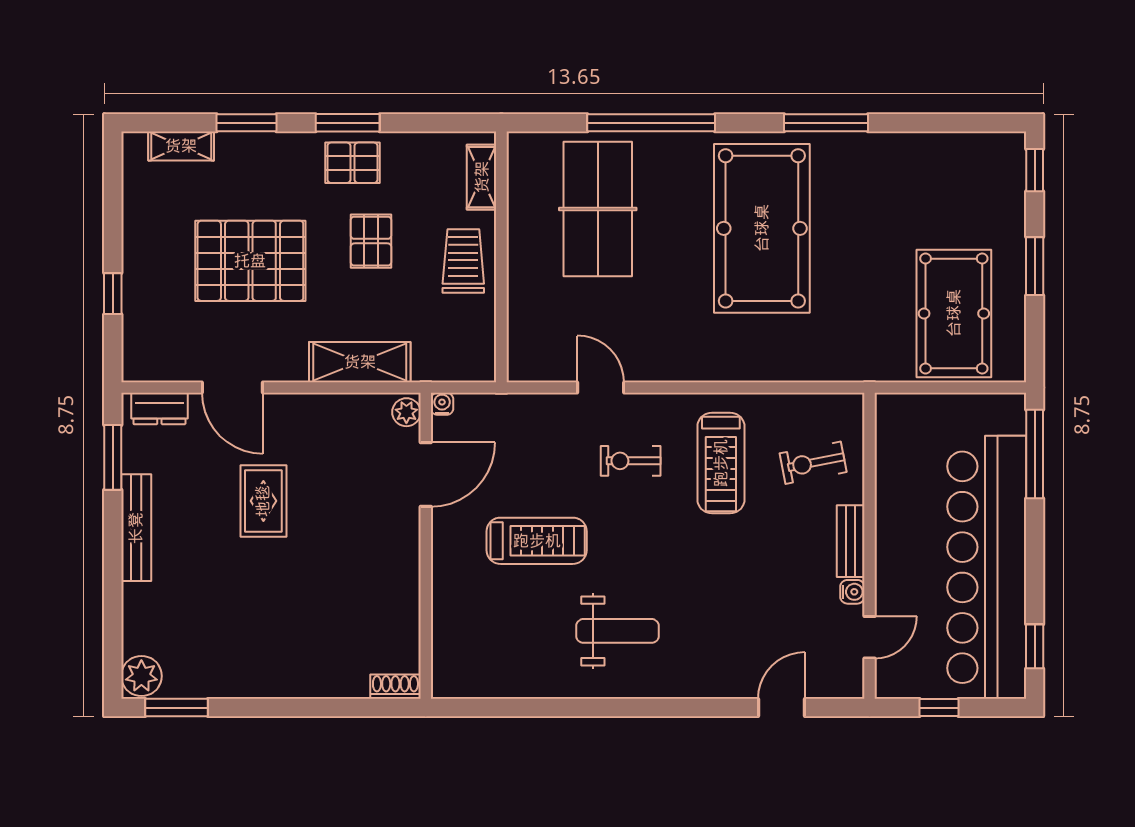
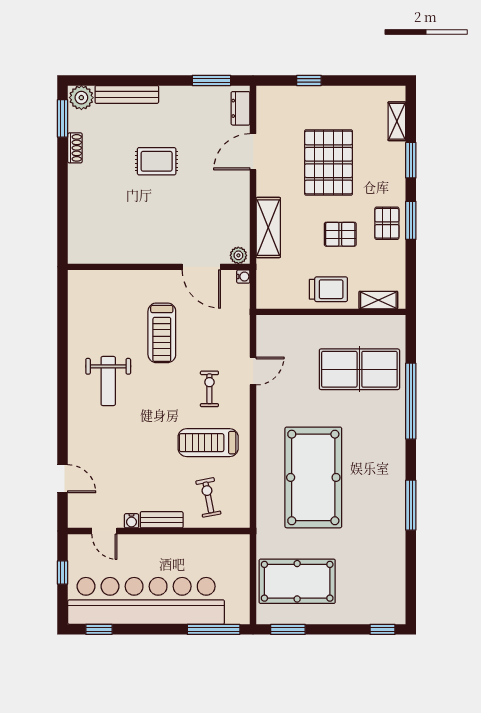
pool table: (762, 228) -> (313, 477), moved, turned 90
window: (1035, 266) -> (288, 629), moved
rug: (263, 501) -> (157, 161), moved
bench: (136, 528) -> (127, 94), moved
shoe rack: (395, 687) -> (75, 148), moved

